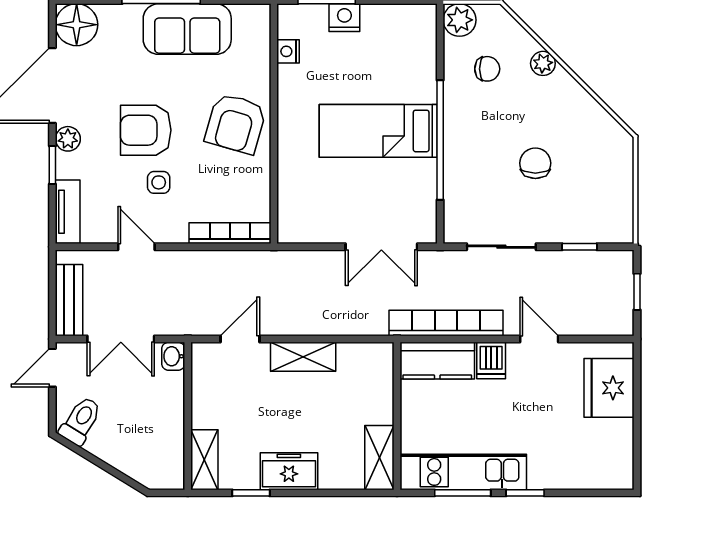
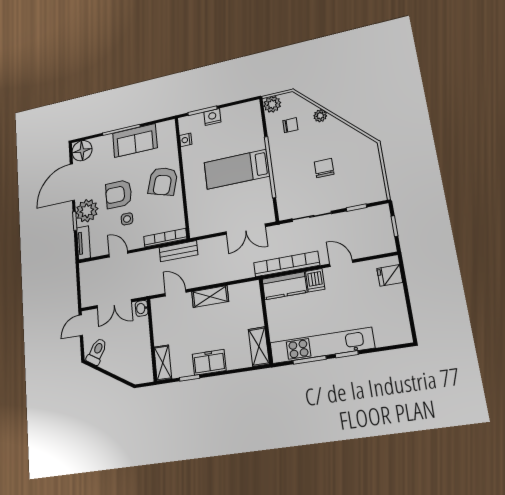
plant: (68, 139) -> (87, 211), width x1.87, depth x1.87
bench: (69, 300) -> (178, 251), moved, turned 90
door: (240, 339) -> (176, 293), hinge flipped
fridge: (609, 388) -> (390, 275), width x0.53, depth x0.75
kitchen unit: (463, 472) -> (322, 345), width x1.36

